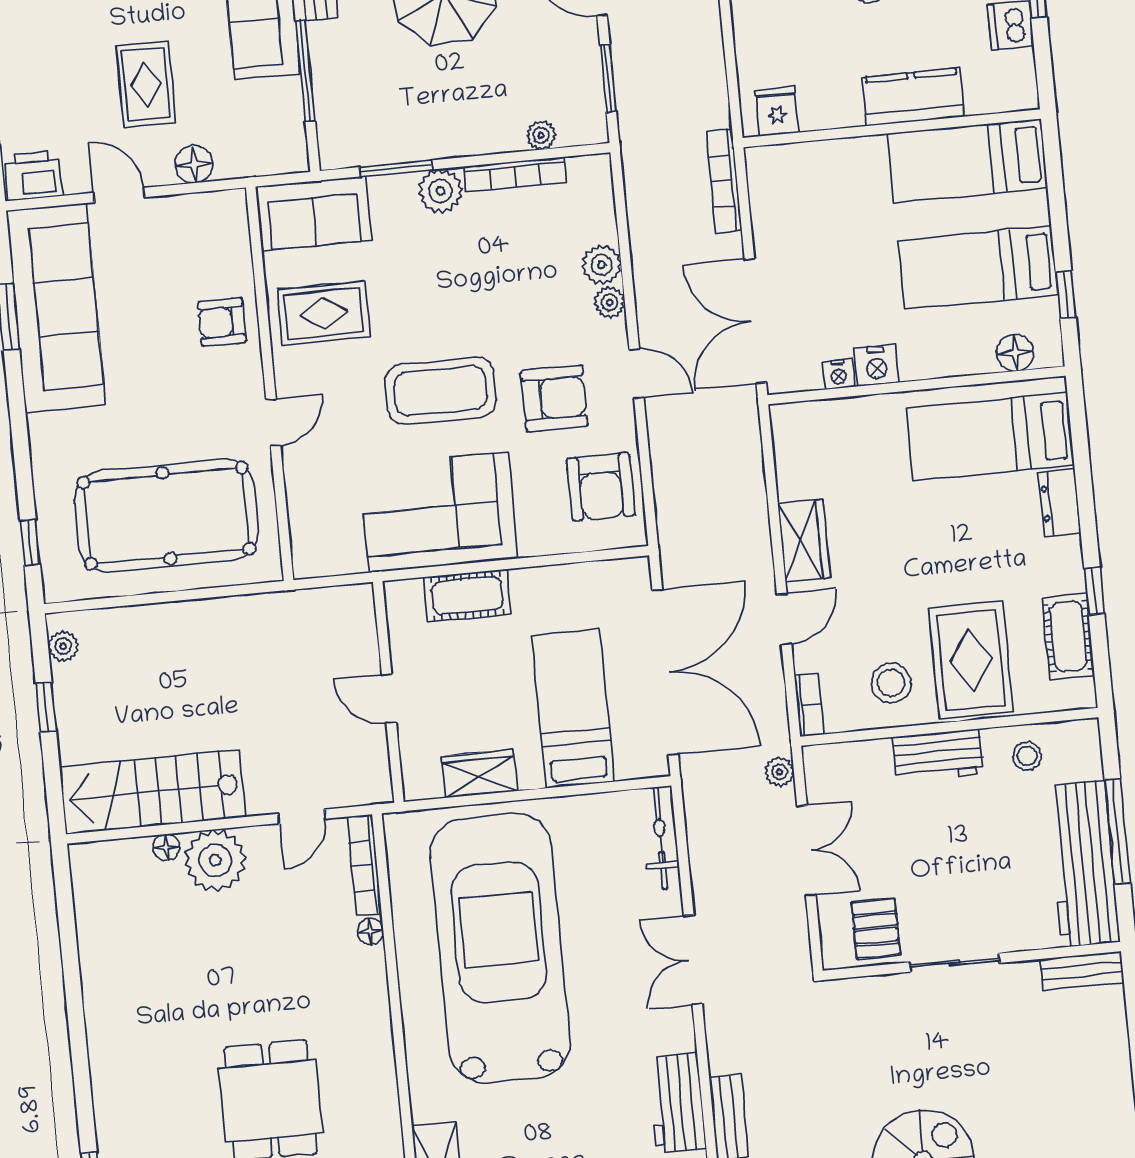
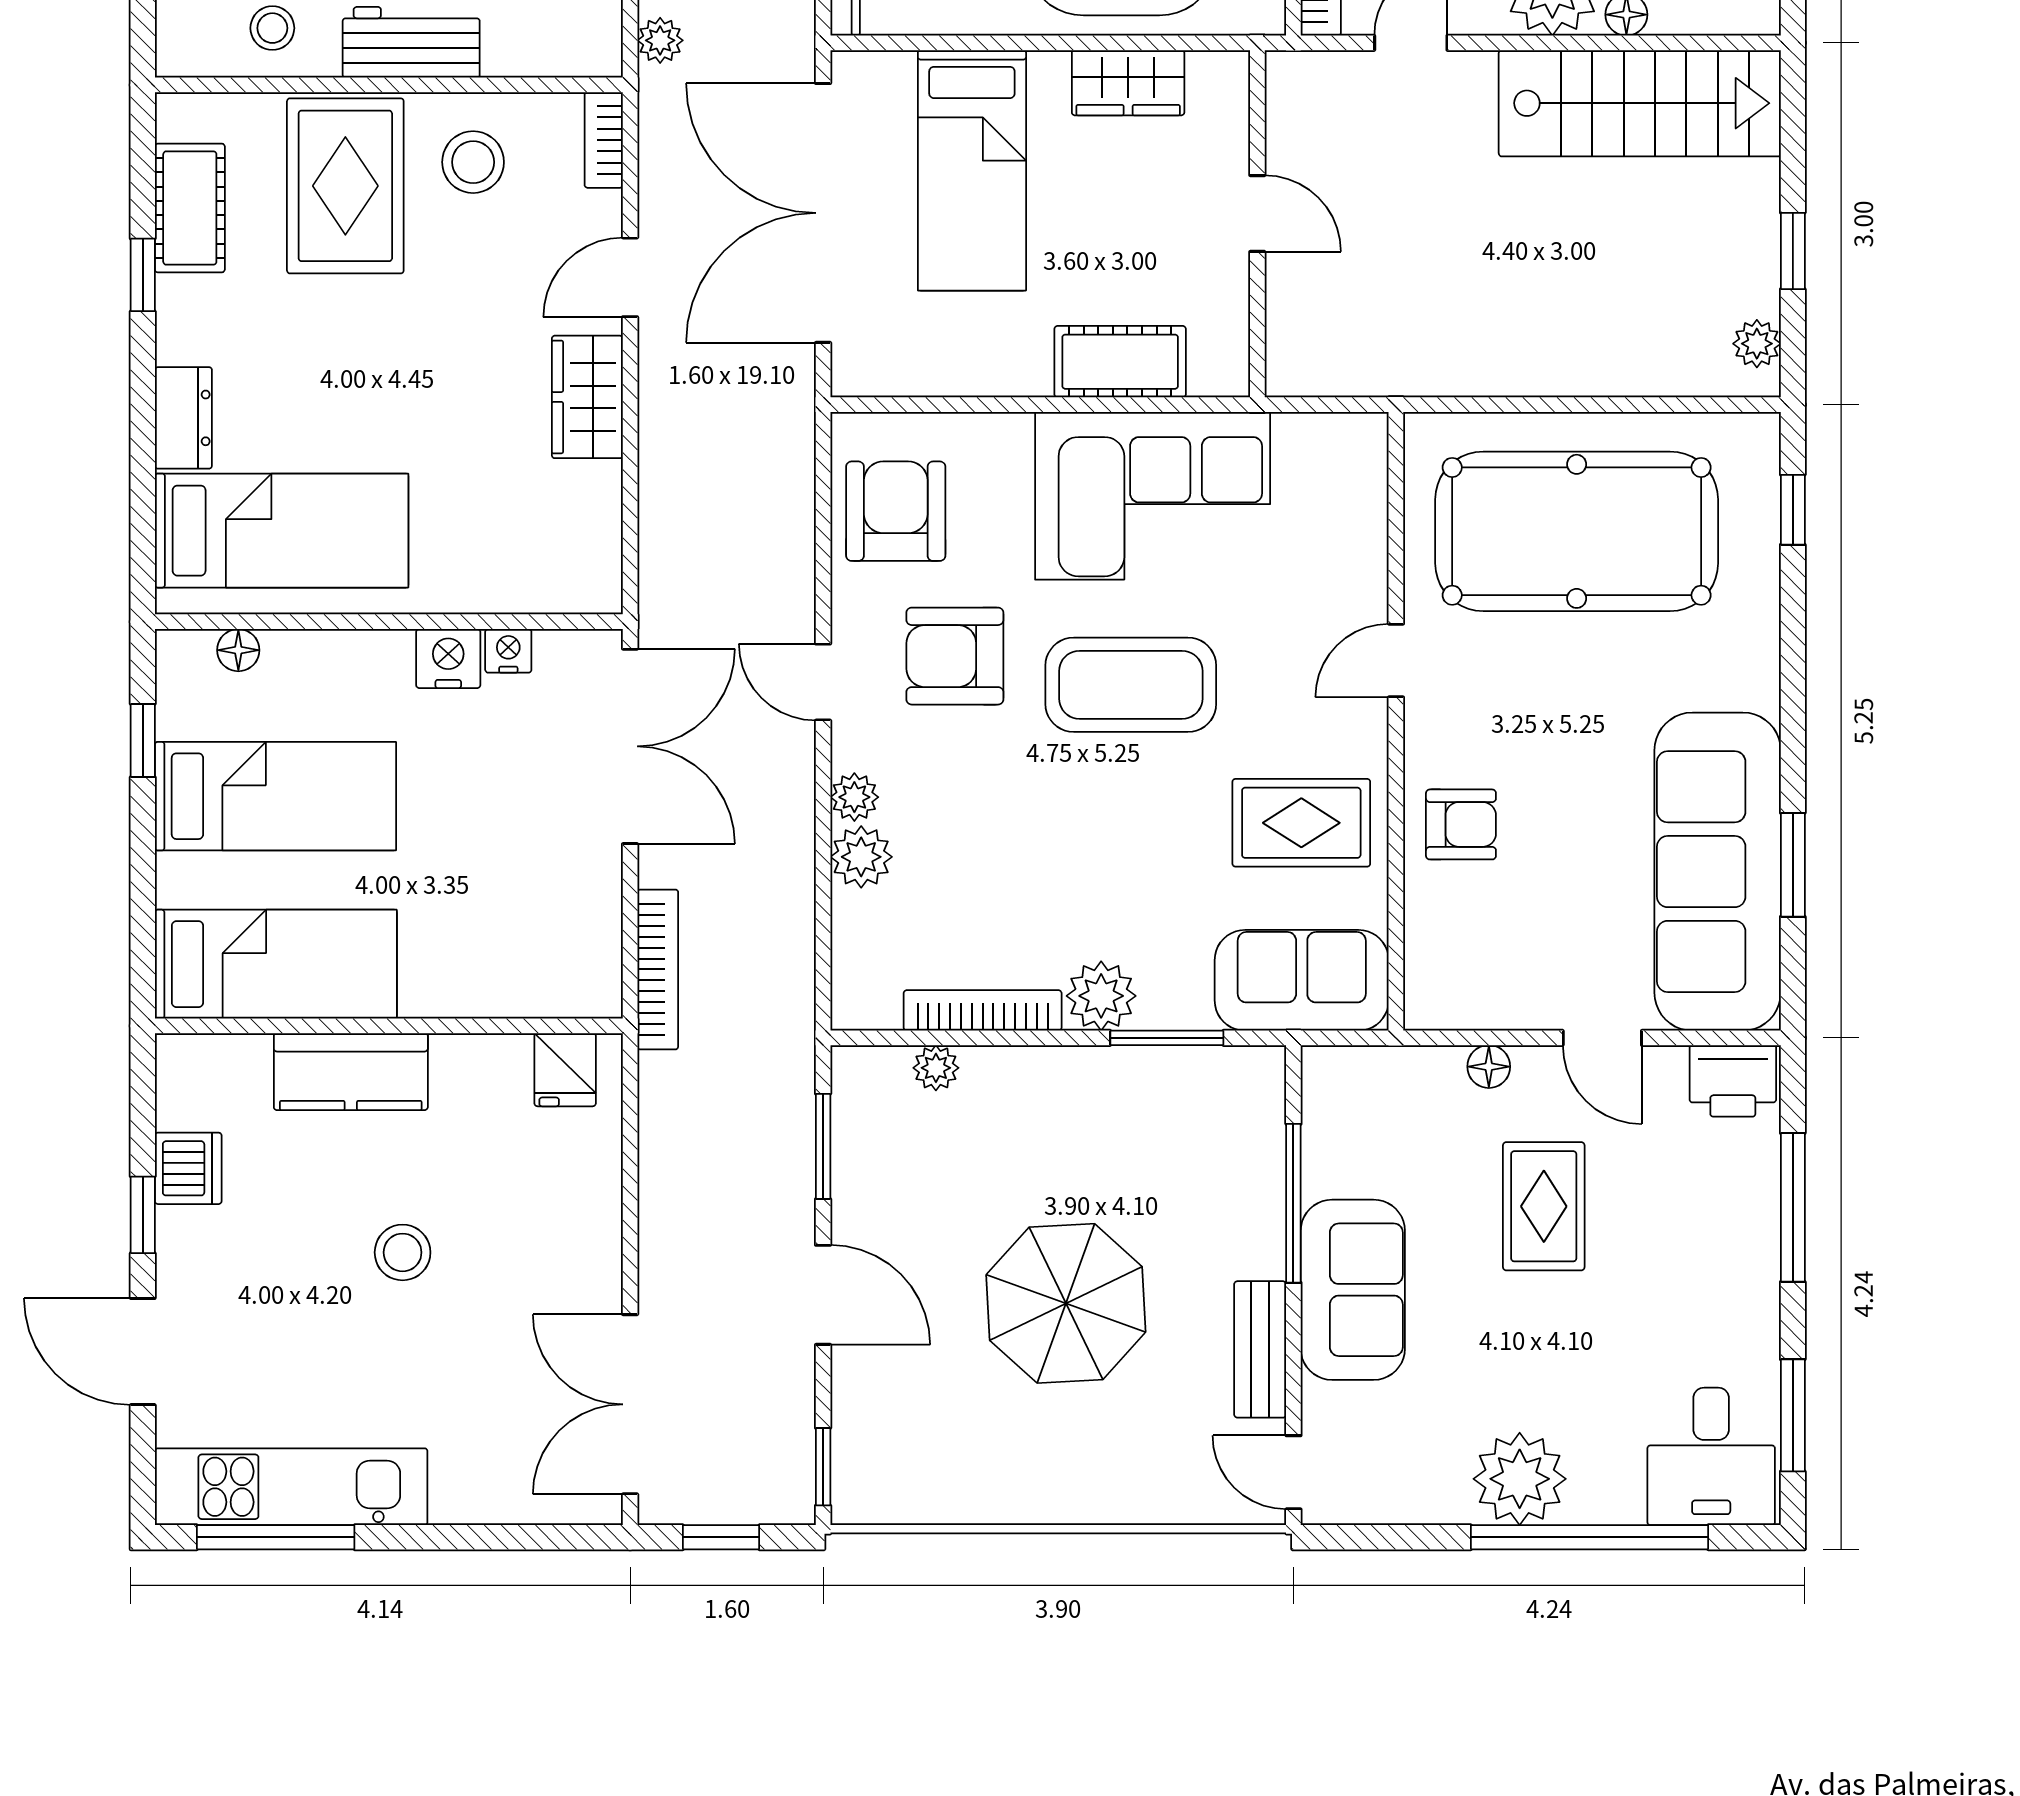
floor lamp: (194, 164) -> (1489, 1067), width x0.73, depth x0.73
floor lamp: (1015, 353) -> (238, 650), width x0.73, depth x0.73

